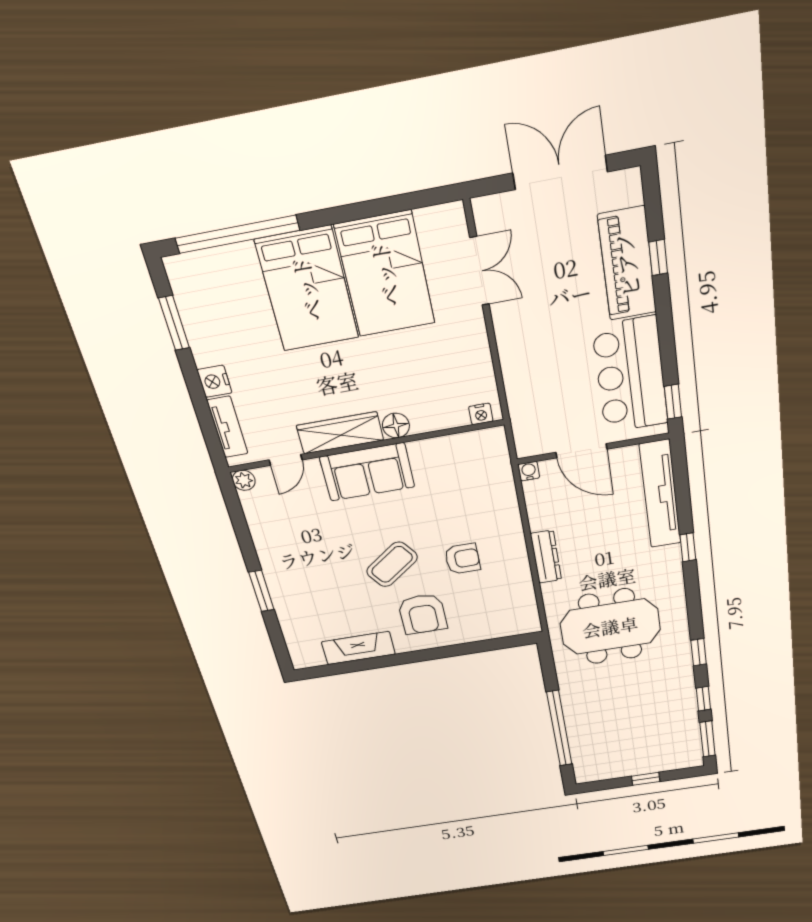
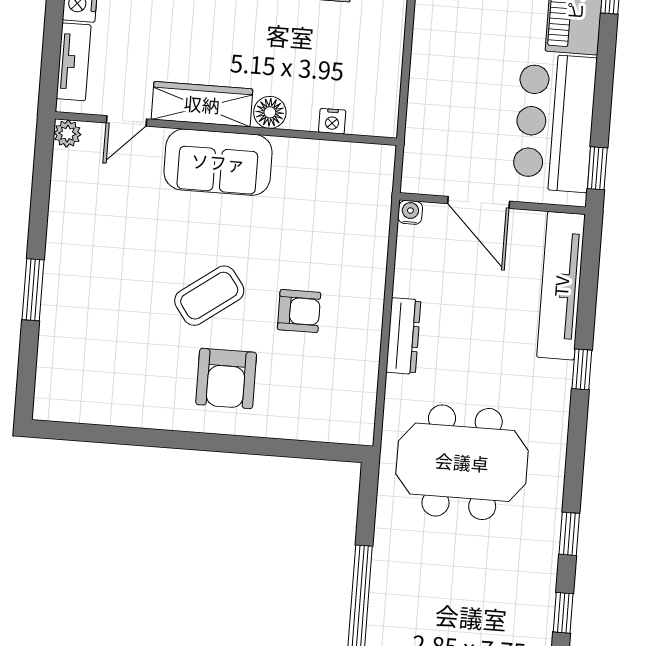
nightstand: (481, 414) -> (332, 121), moved
fireplace: (358, 648) -> (128, 408), removed

